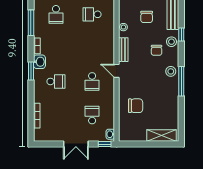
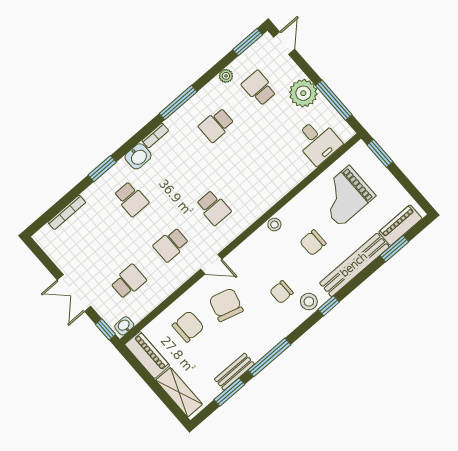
school desk: (92, 14) -> (214, 208), moved, turned 180
bench: (123, 50) -> (234, 372), moved
window: (31, 71) -> (102, 169), moved
door: (117, 71) -> (211, 264), swing flipped
stool: (171, 71) -> (270, 333), removed
chair: (141, 80) -> (226, 305), added
chair: (136, 106) -> (188, 326), turned -90
window: (181, 113) -> (229, 392), added
piano: (132, 135) -> (147, 355), added

